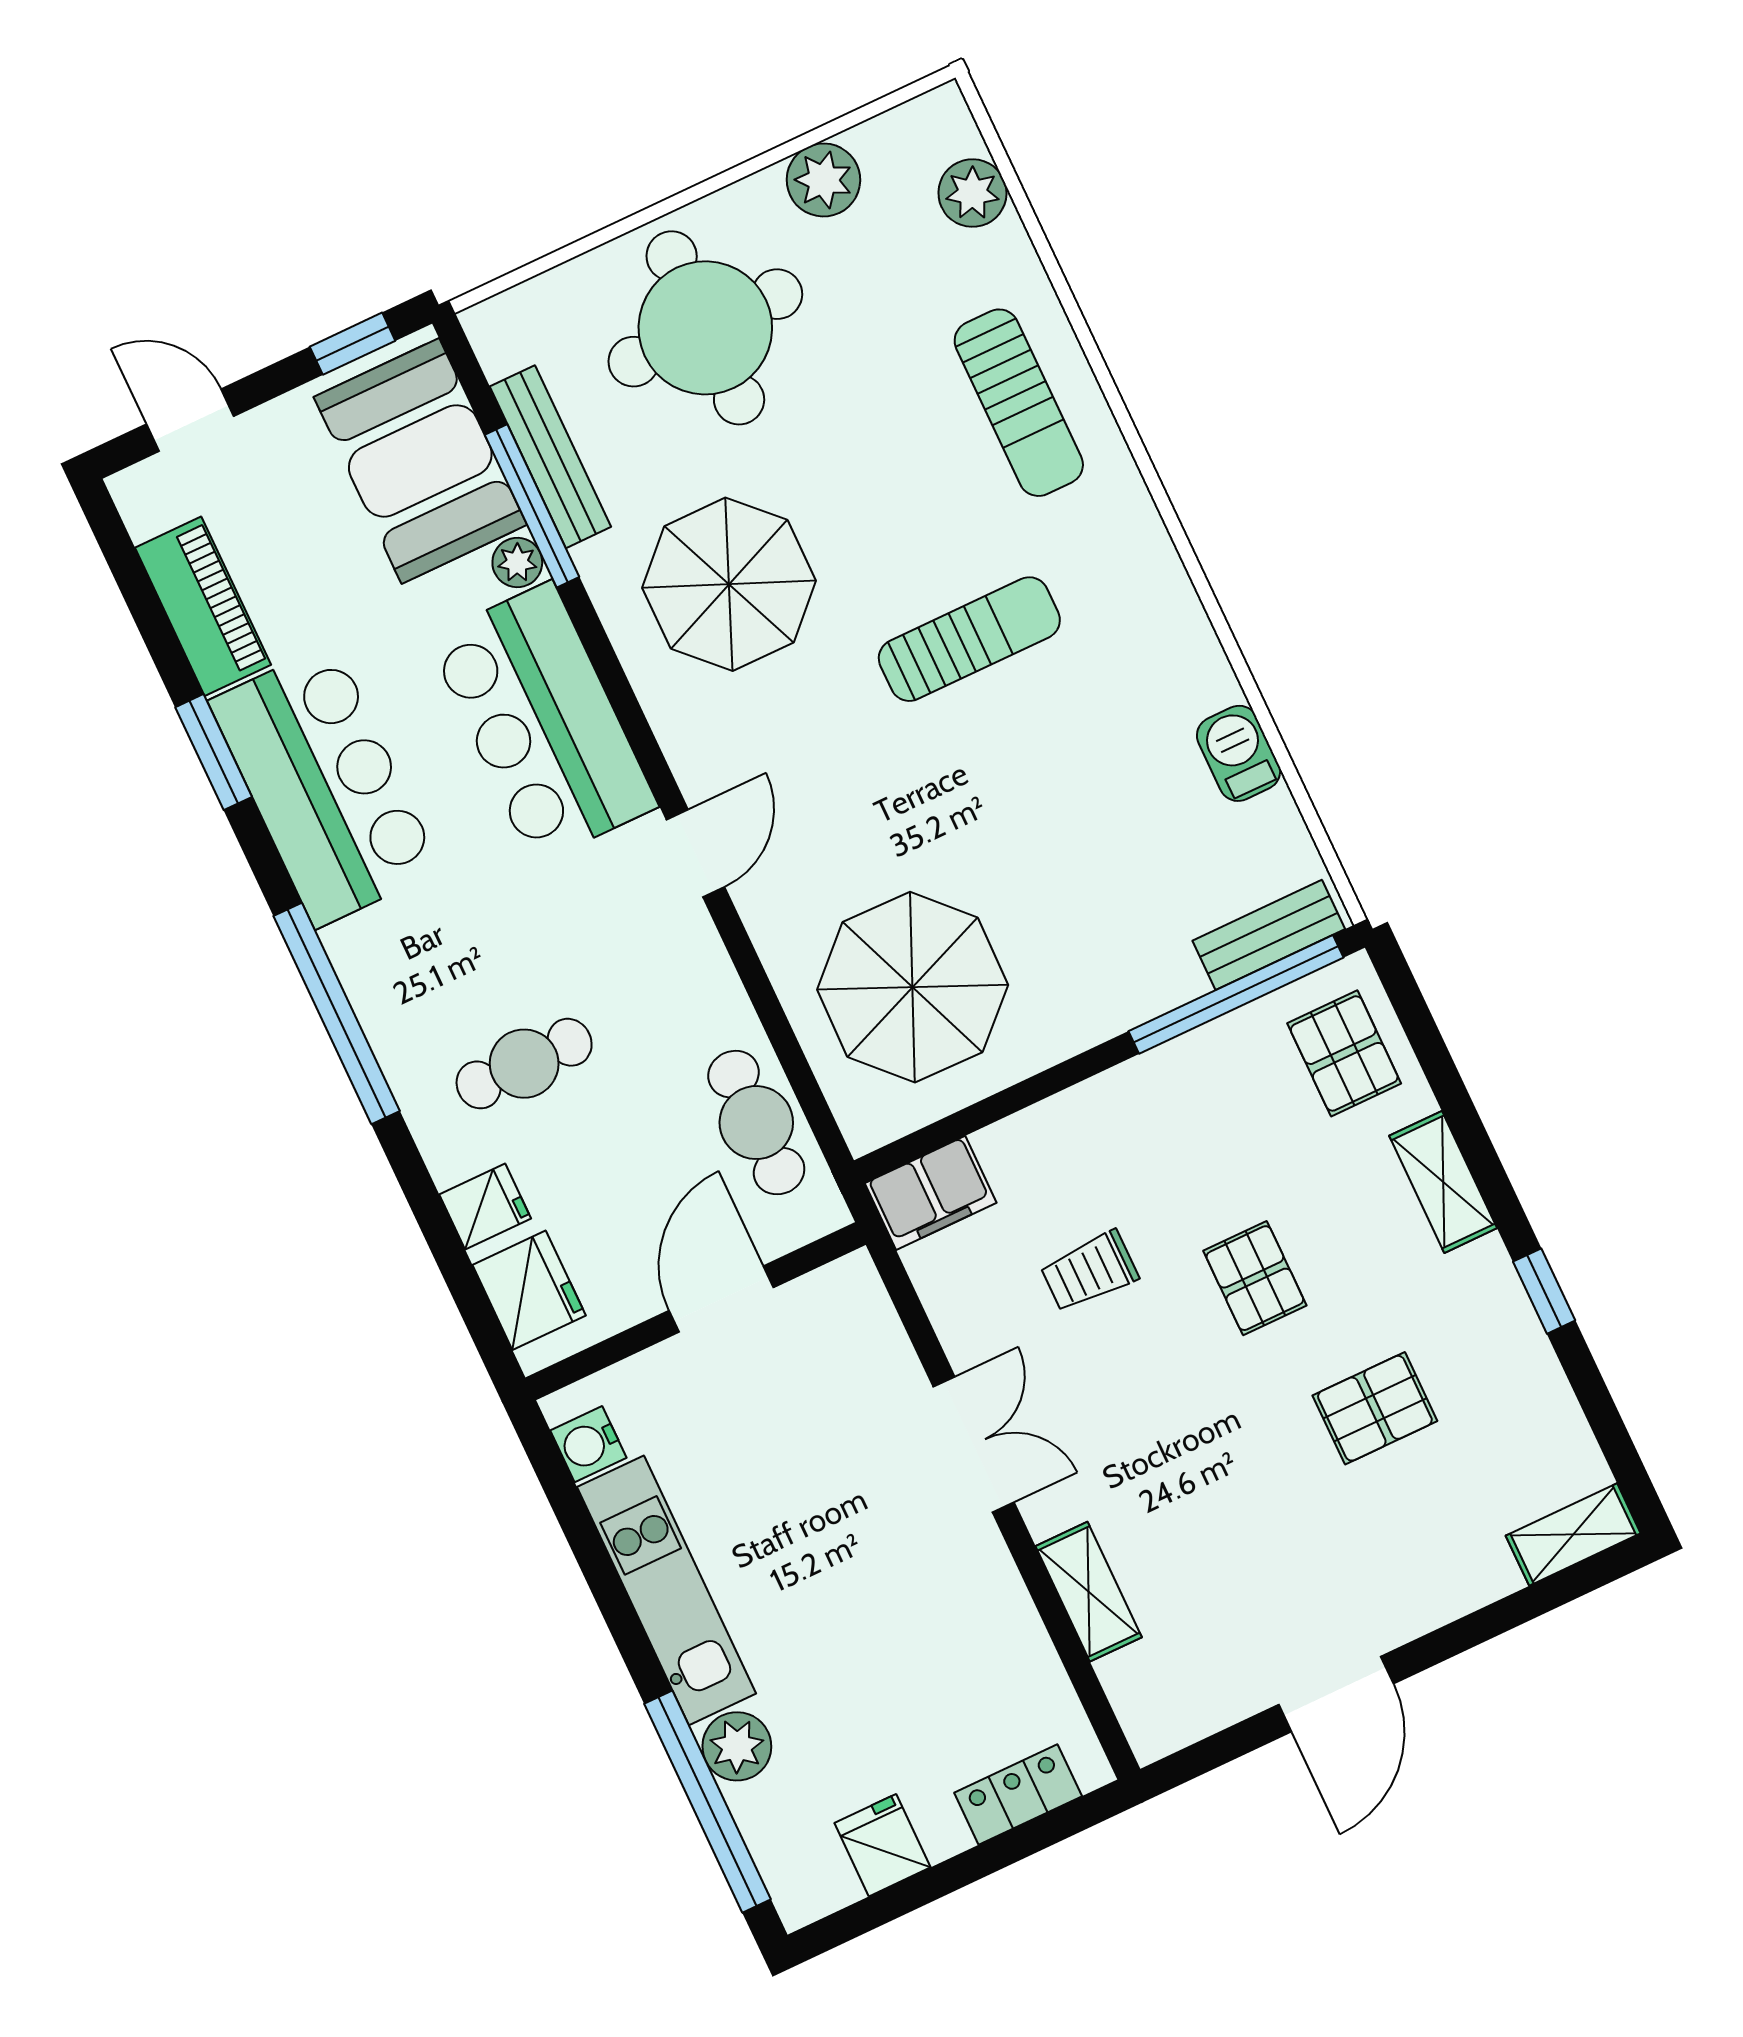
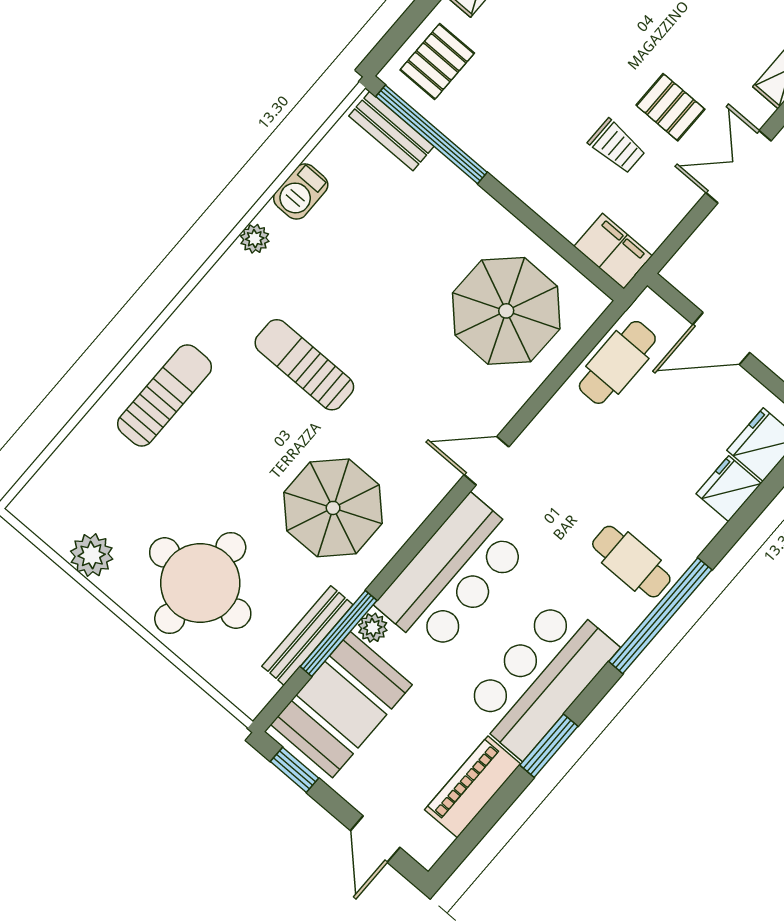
plant: (972, 193) -> (255, 239), moved, width x0.73, depth x0.73
cafe table: (524, 1064) -> (631, 562), moved
fridge: (485, 1207) -> (729, 489), width x1.38
pallet: (1255, 1278) -> (670, 107), moved, turned 90

